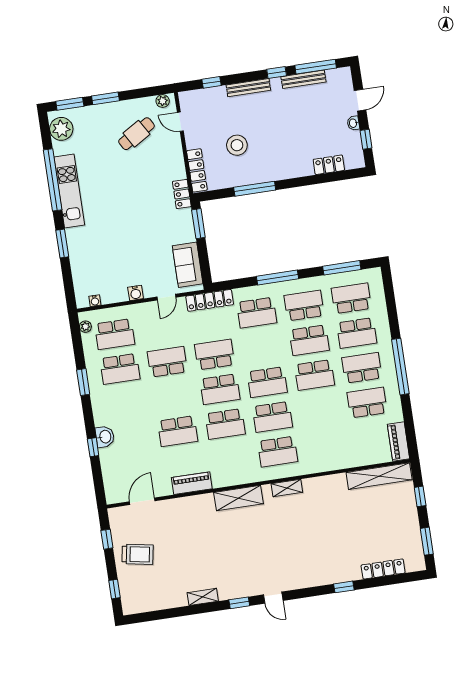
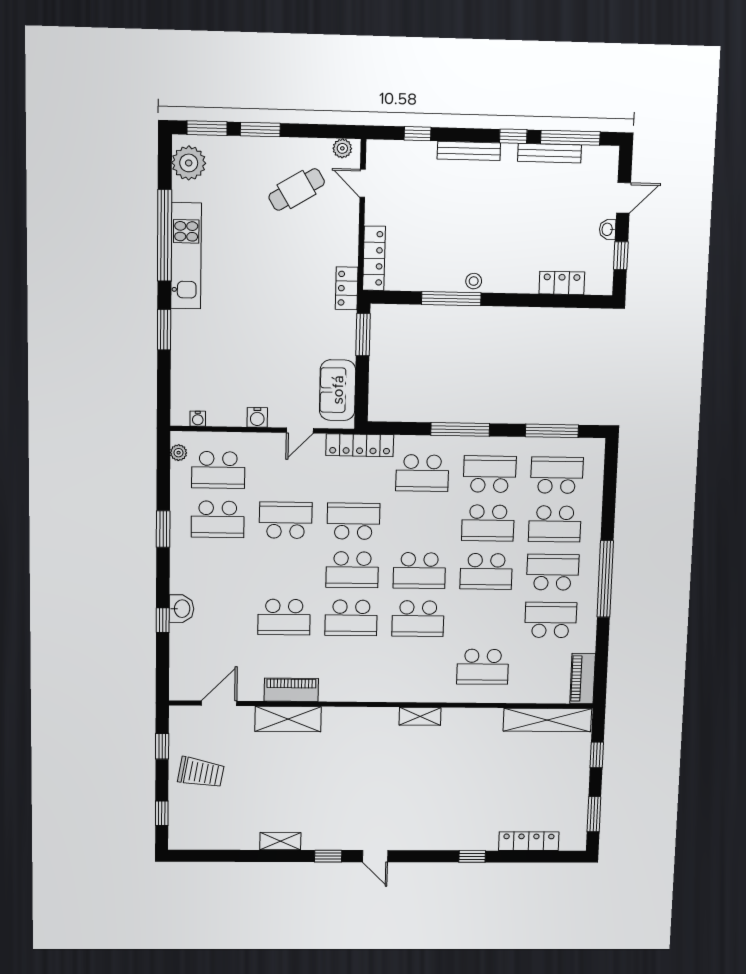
stool: (237, 145) -> (474, 281), moved, width x0.53, depth x0.53
school desk: (278, 452) -> (483, 667), moved
shelving: (239, 498) -> (288, 719), moved

